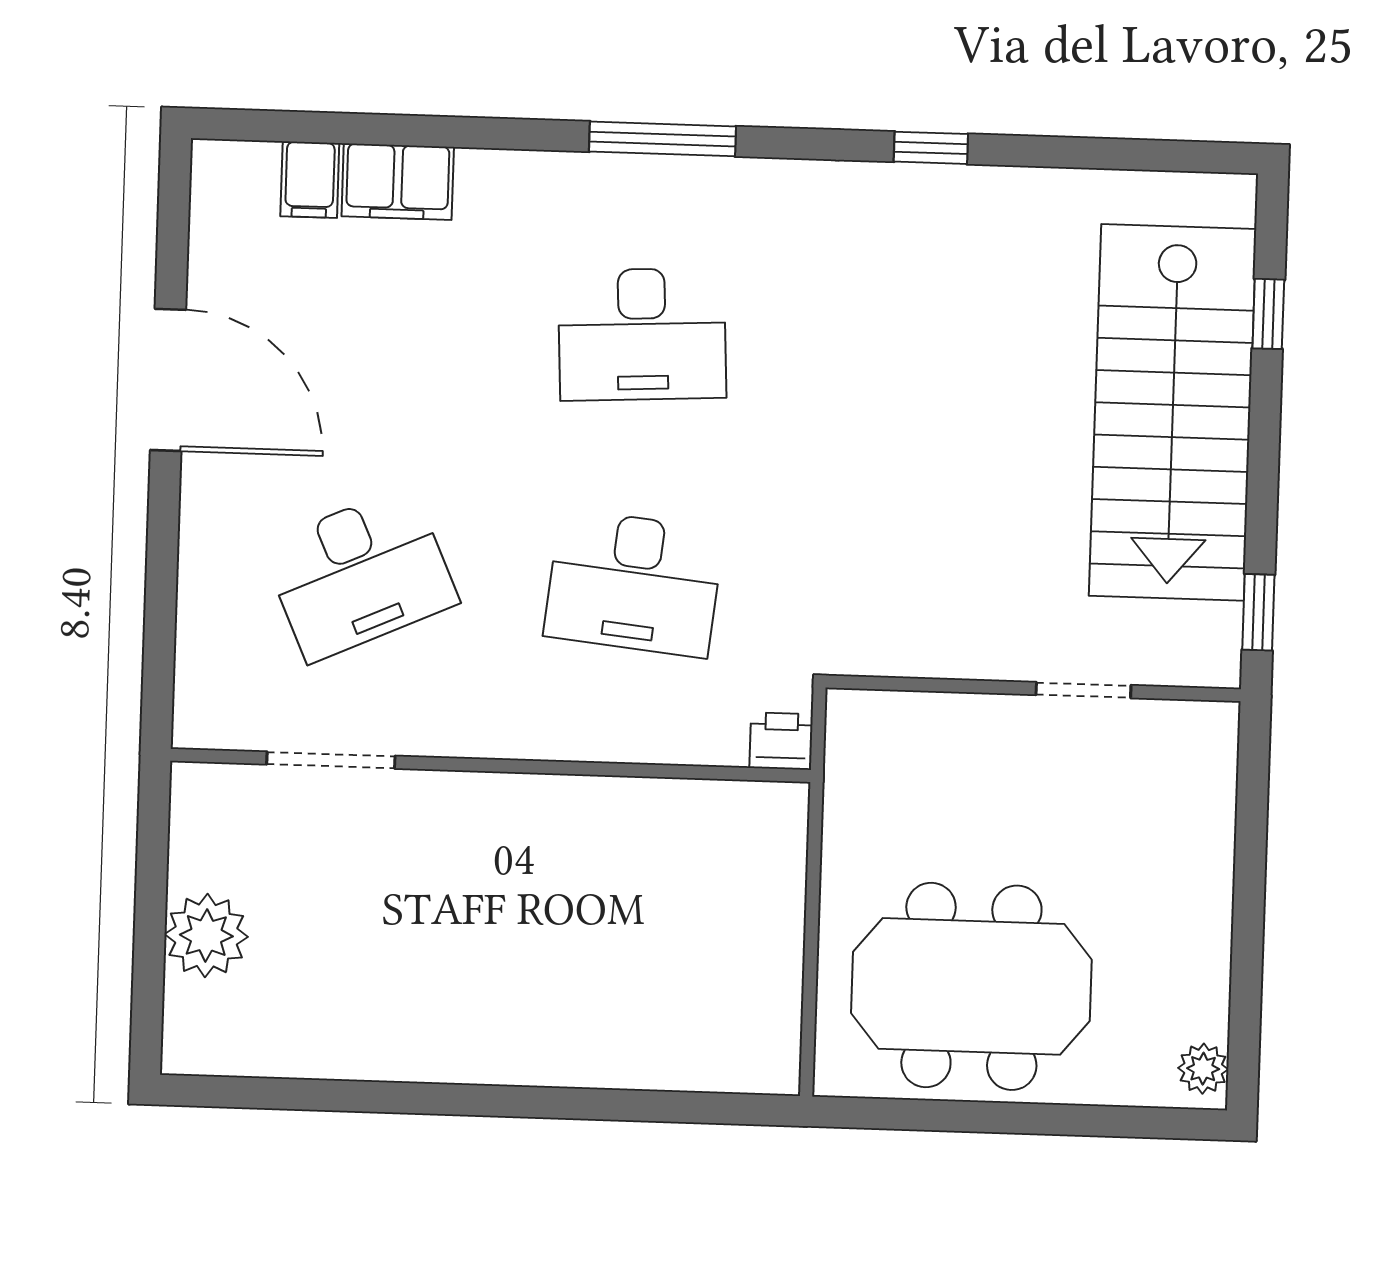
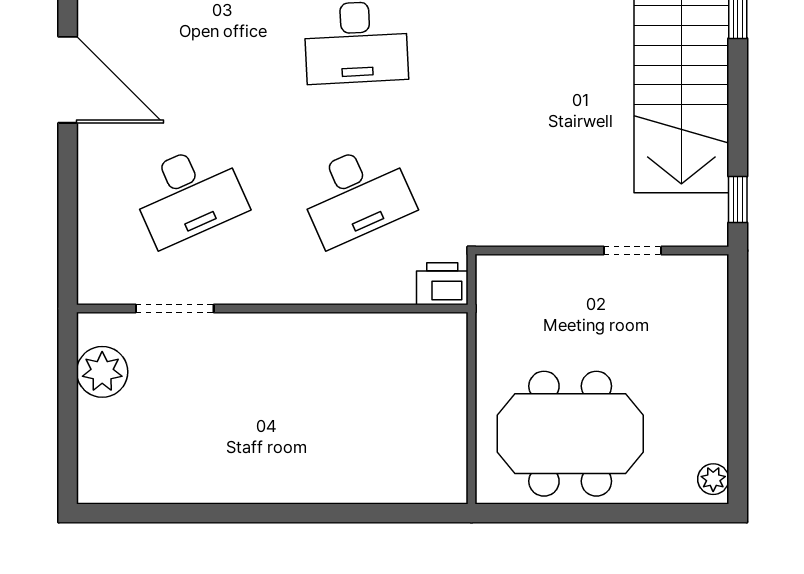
desk: (634, 583) -> (356, 194), turned -30
printer: (781, 741) -> (442, 284), width x1.36, depth x1.24
plant: (206, 936) -> (102, 372), moved

